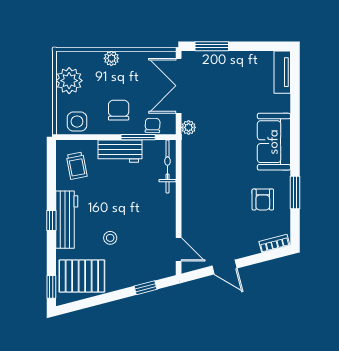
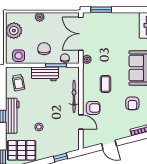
bicycle: (167, 166) -> (74, 96), moved
coffee table: (219, 168) -> (105, 84), added
armchair: (199, 207) -> (93, 108), added
door: (179, 249) -> (81, 122), moved

